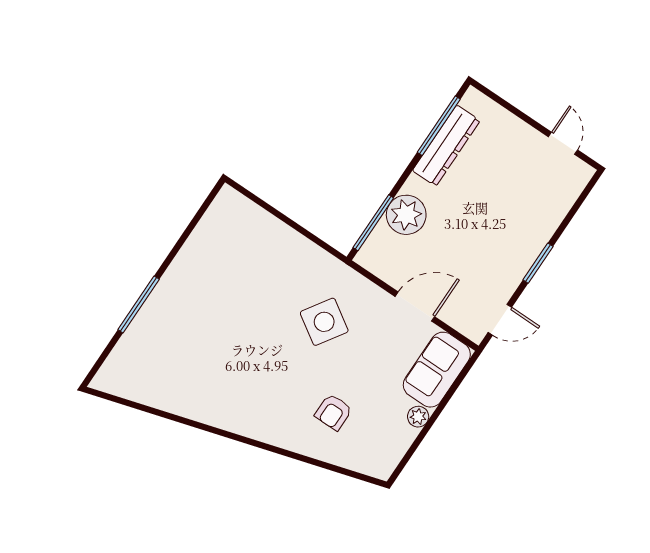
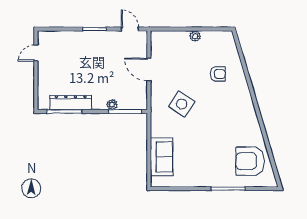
plant: (406, 215) -> (112, 104), width x0.53, depth x0.53
armchair: (159, 370) -> (250, 161), added
sofa: (437, 370) -> (162, 157), moved, turned -90

